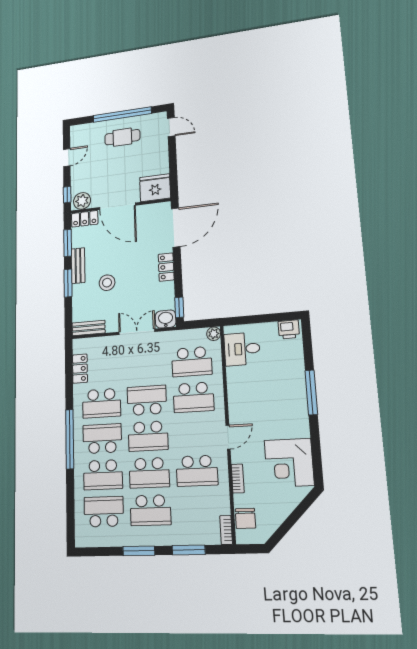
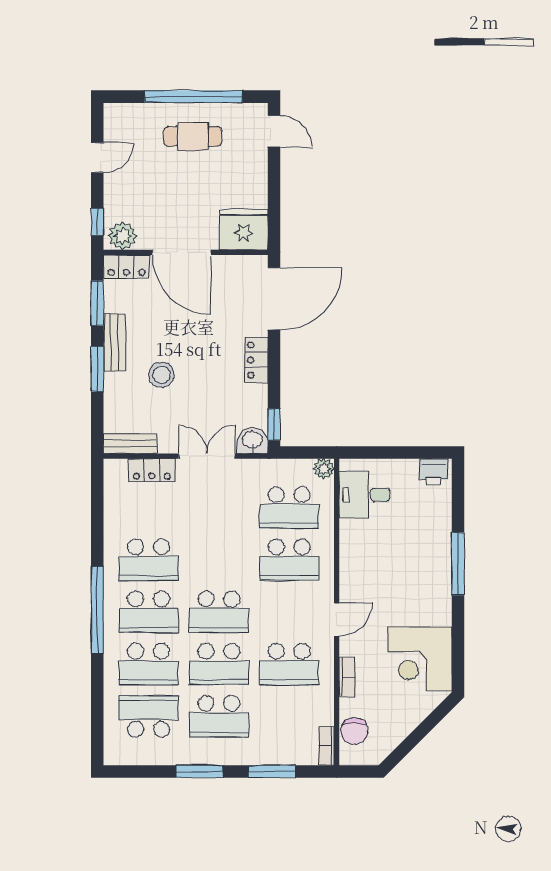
locker: (80, 369) -> (152, 470), moved, turned 90
school desk: (147, 400) -> (219, 560), removed
school desk: (102, 439) -> (148, 612), turned 180

